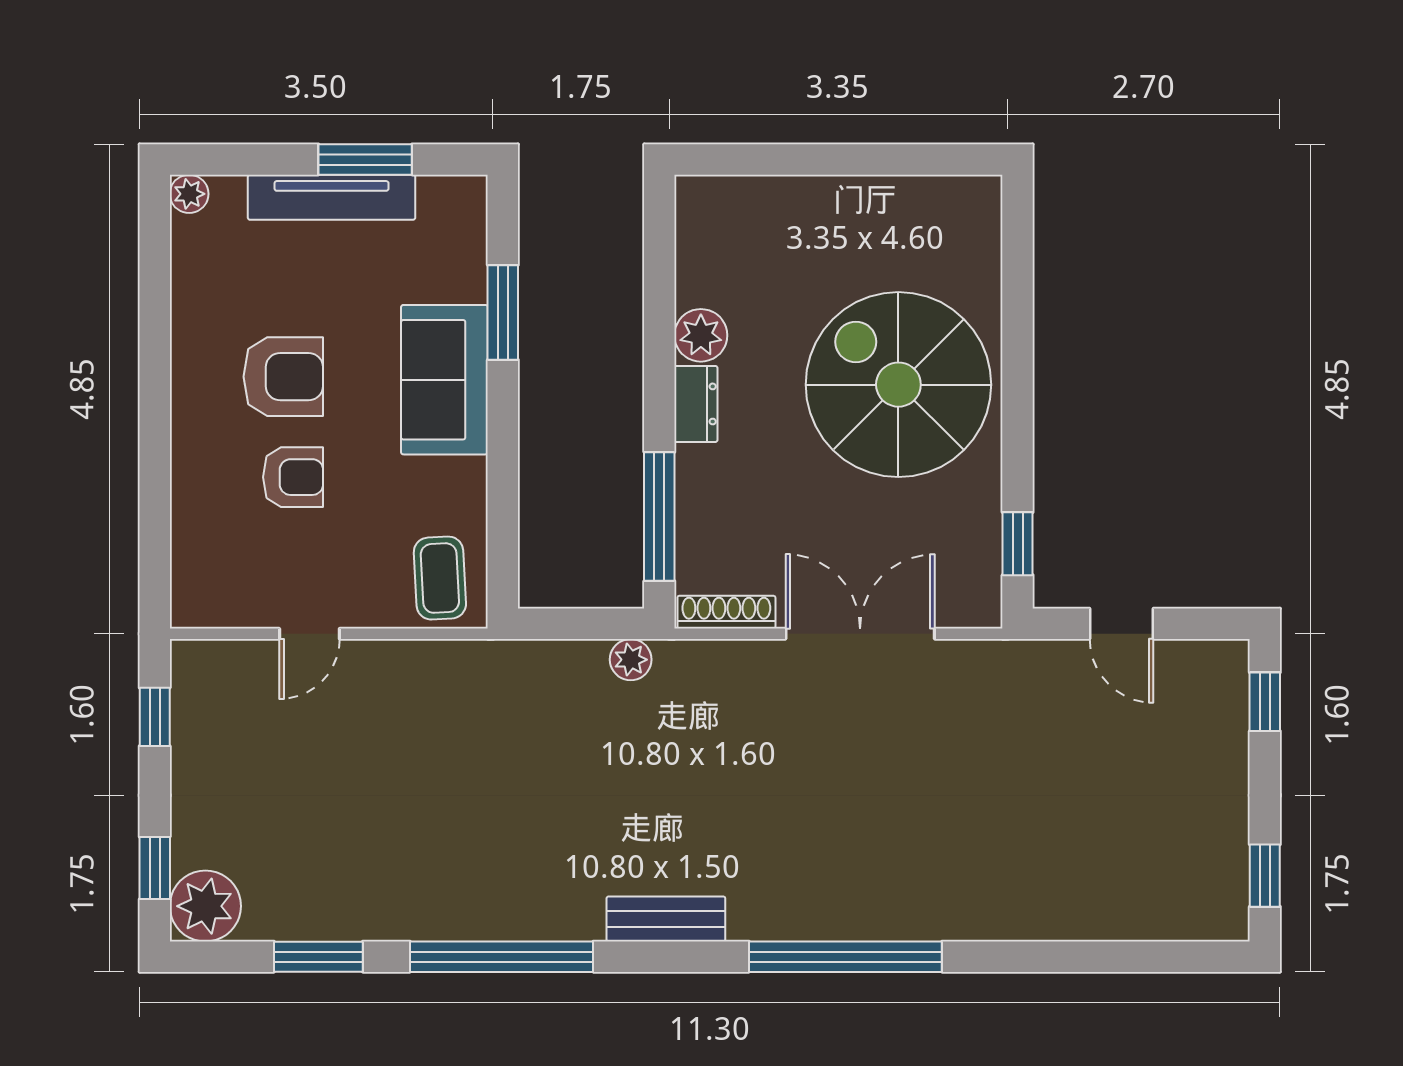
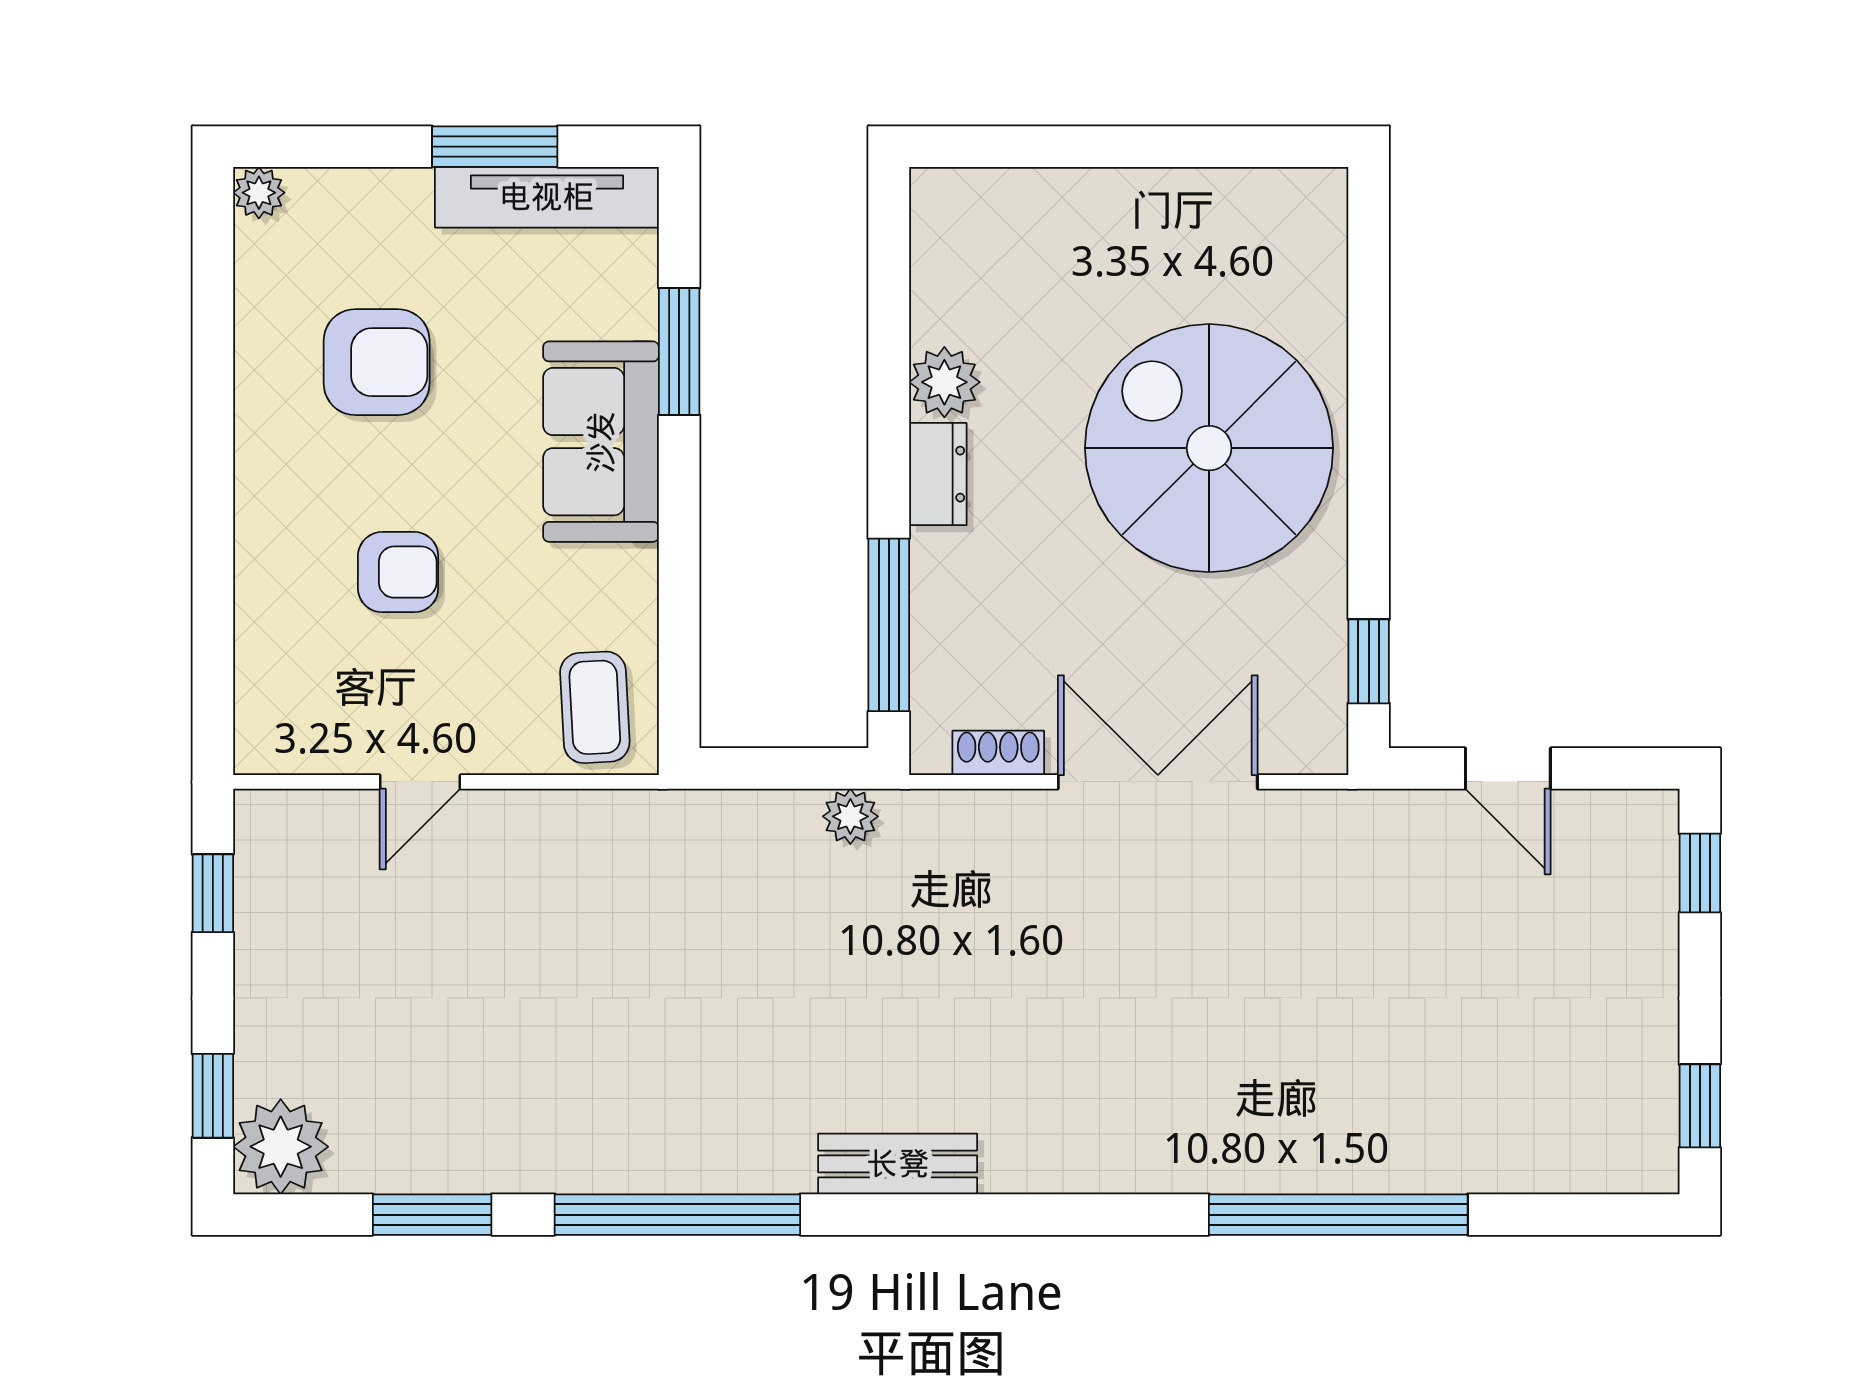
tv unit: (332, 197) -> (547, 197), moved
armchair: (283, 377) -> (377, 362), moved
shoe rack: (726, 612) -> (998, 753), width x0.70
window: (845, 957) -> (1338, 1215), moved

